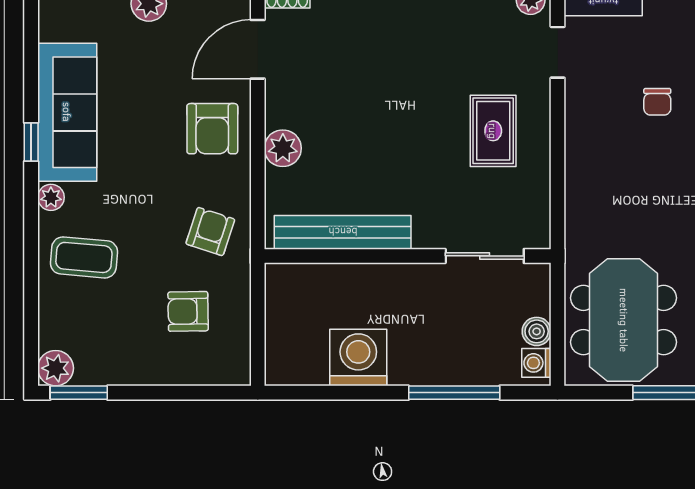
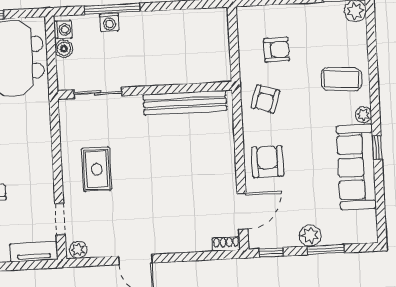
plant: (283, 148) -> (224, 152), removed
washing machine: (358, 358) -> (109, 22), moved, width x0.53, depth x0.53

